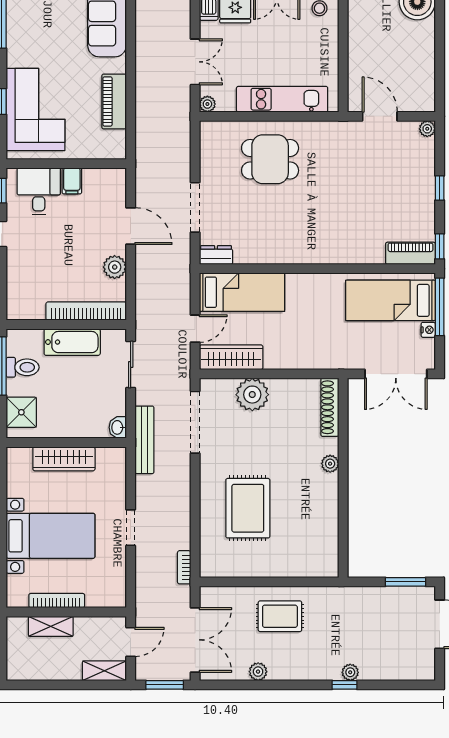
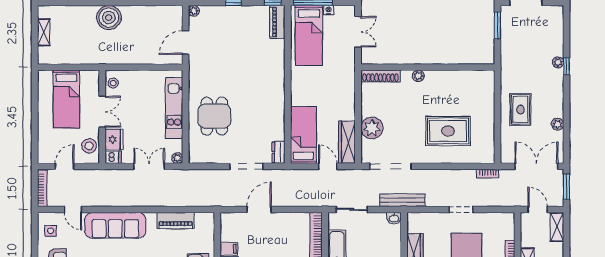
plant: (115, 267) -> (287, 220), removed
double door: (396, 374) -> (358, 32), width x0.73

